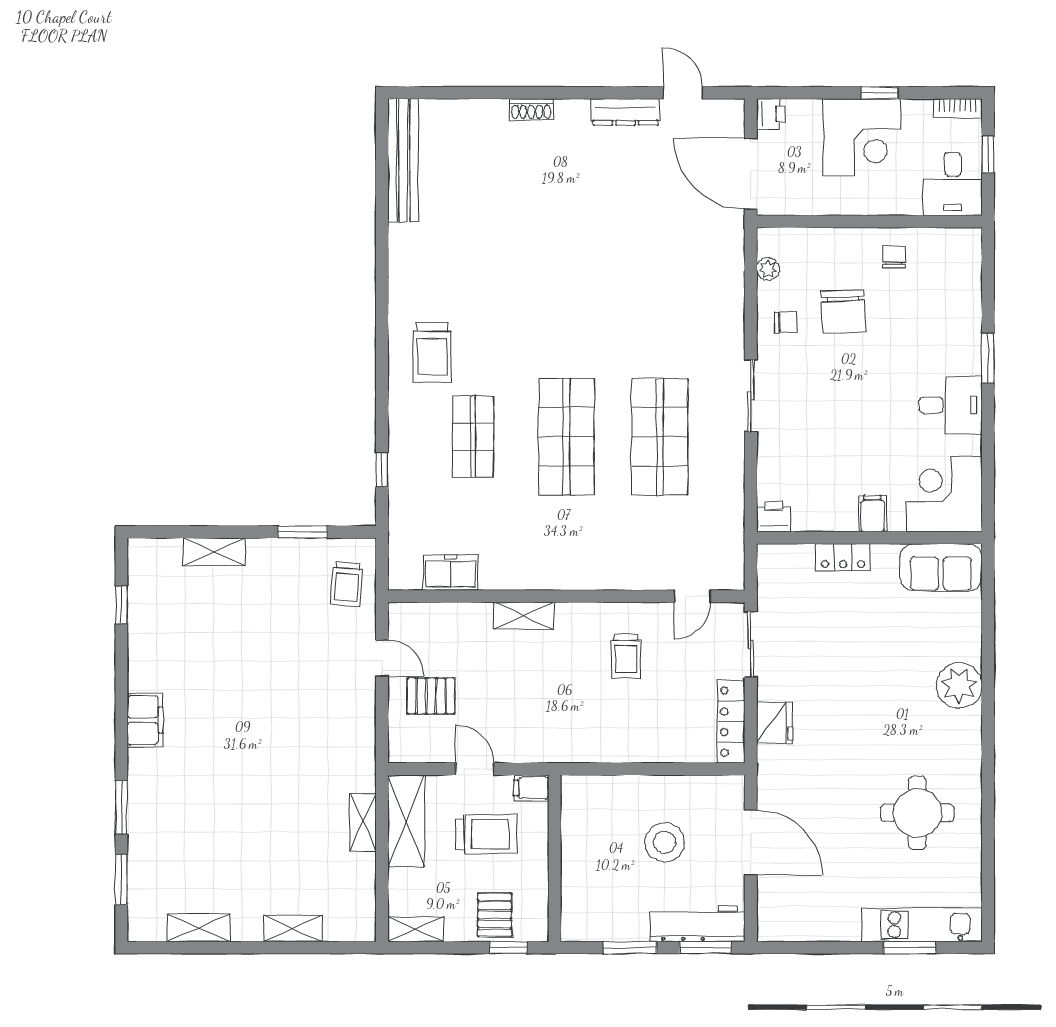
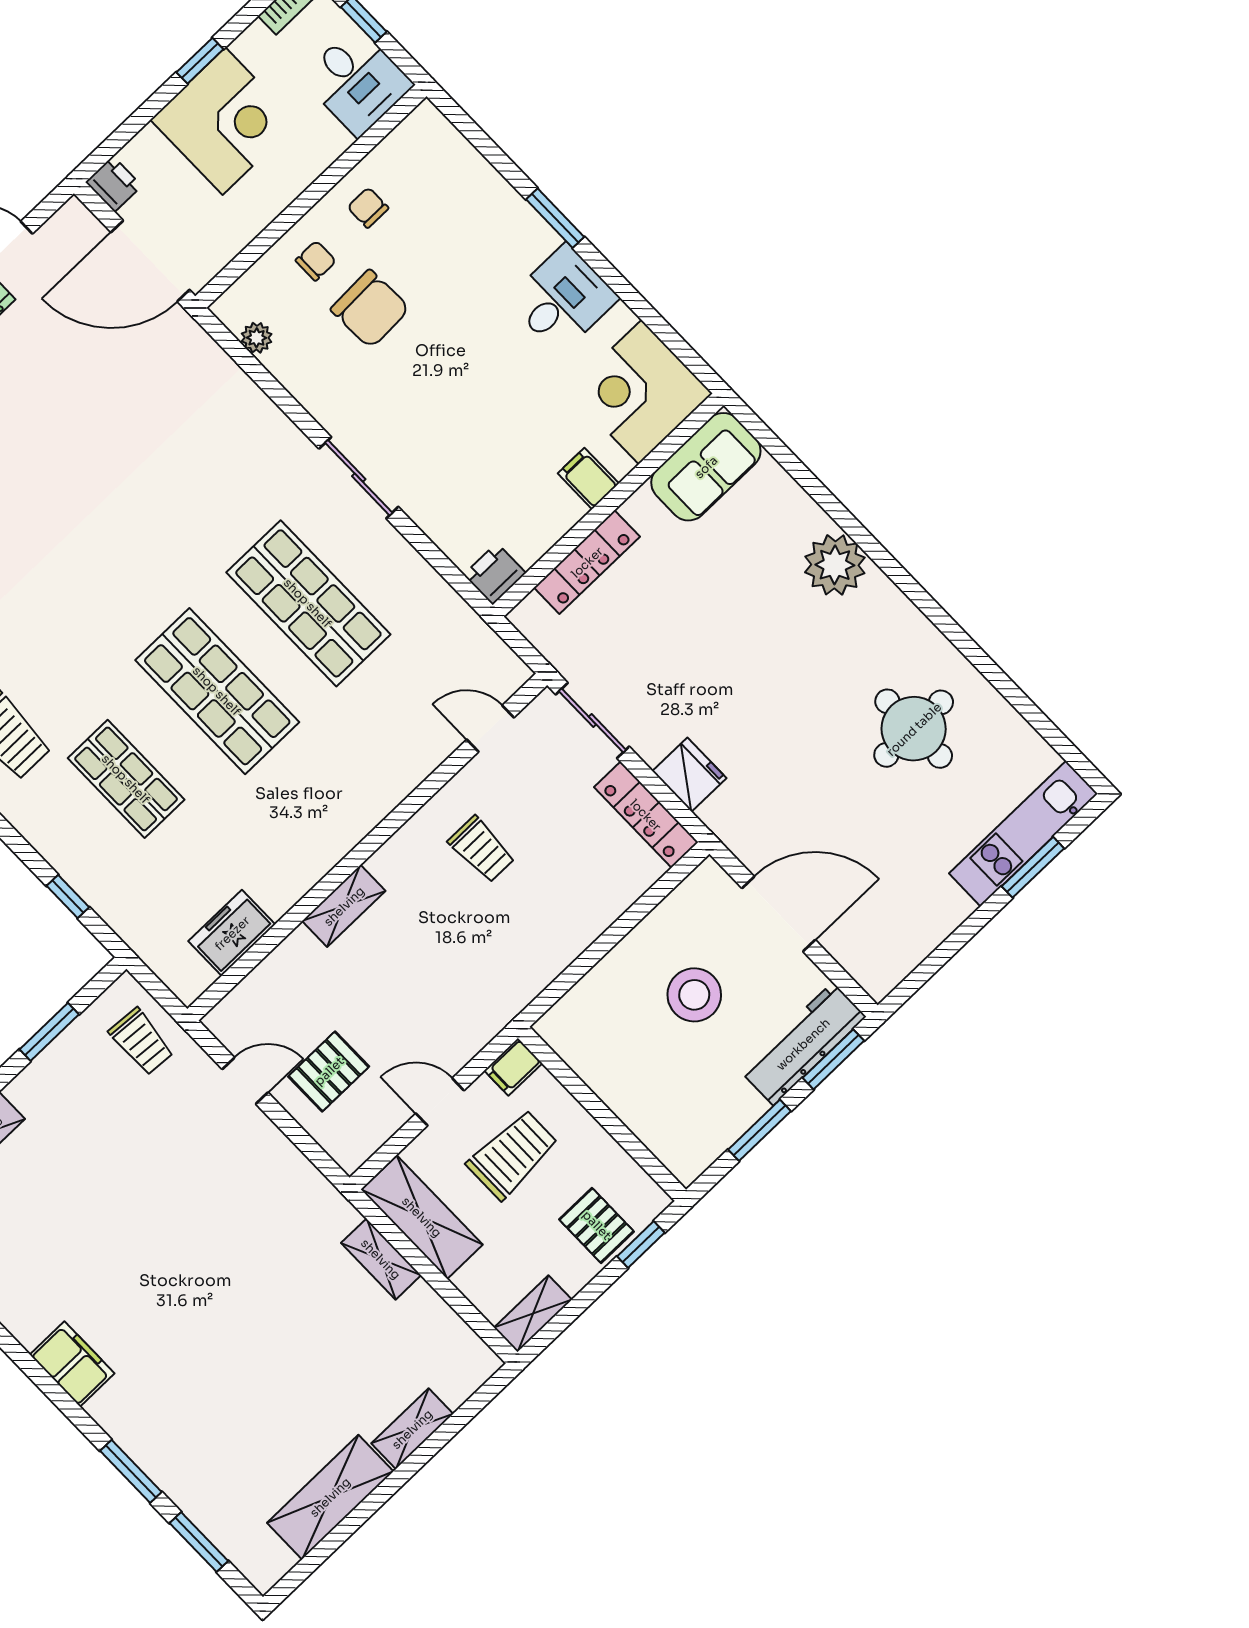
chair: (786, 322) -> (316, 261), moved
locker: (843, 557) -> (587, 562), width x1.53
door: (692, 596) -> (490, 729), swing flipped
shelving: (198, 928) -> (330, 1497), width x1.50, depth x1.33

